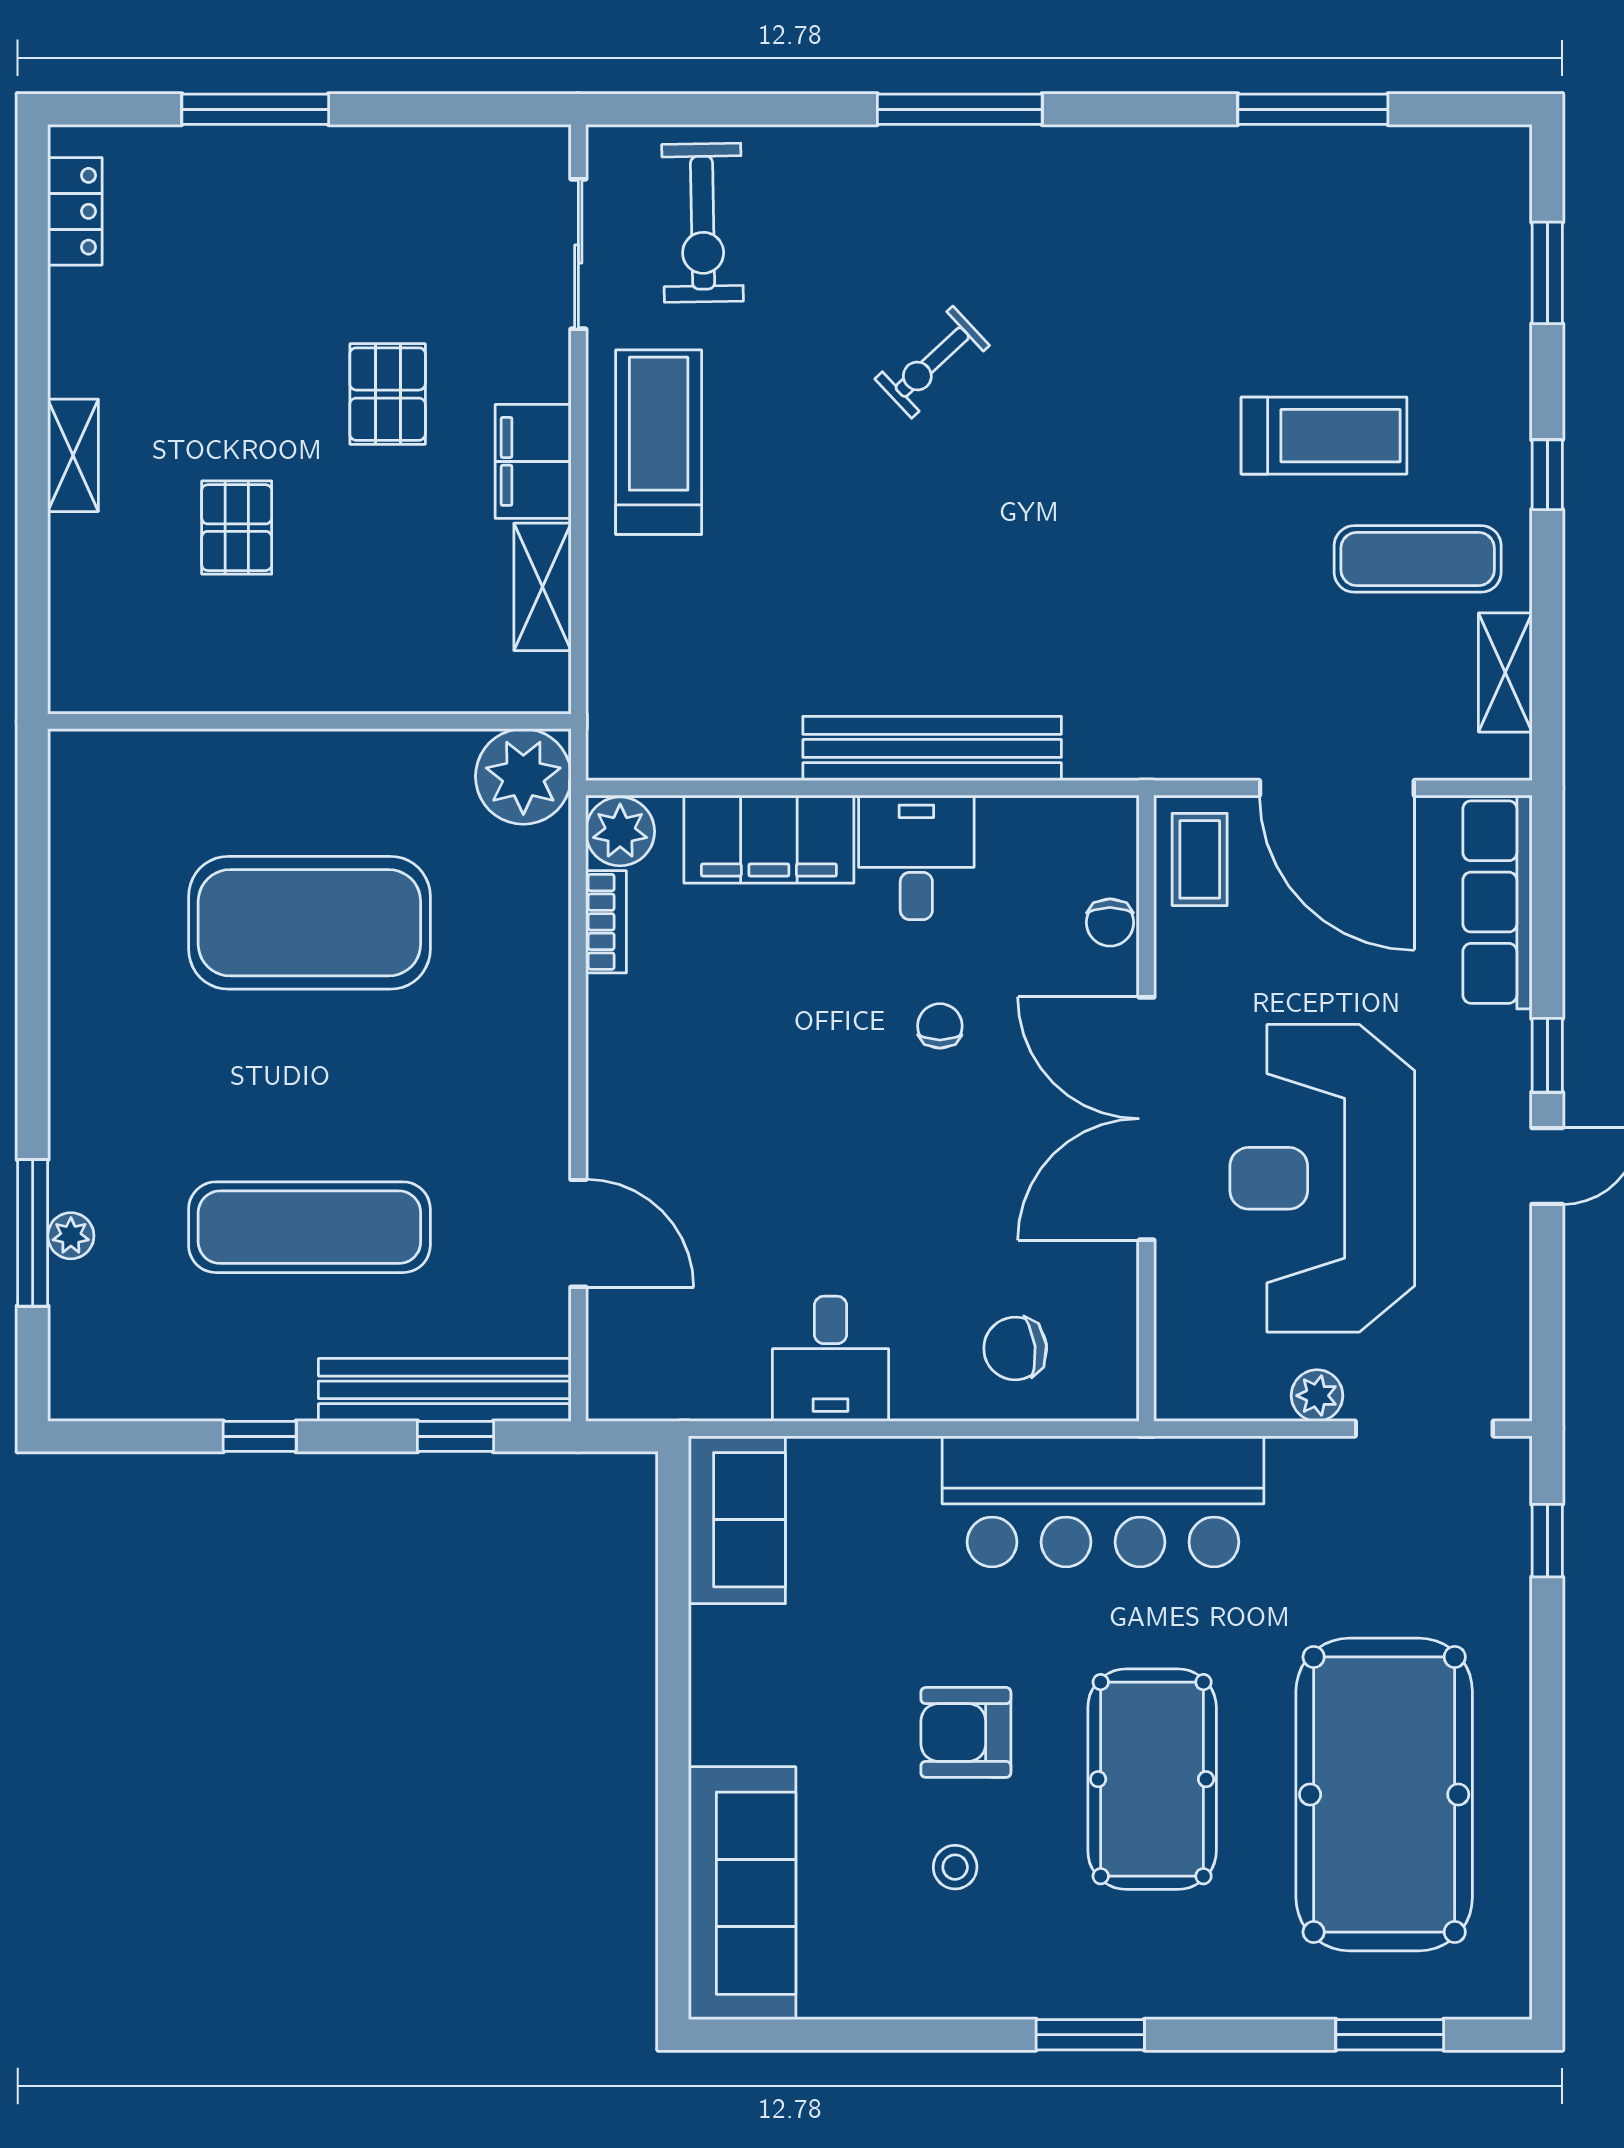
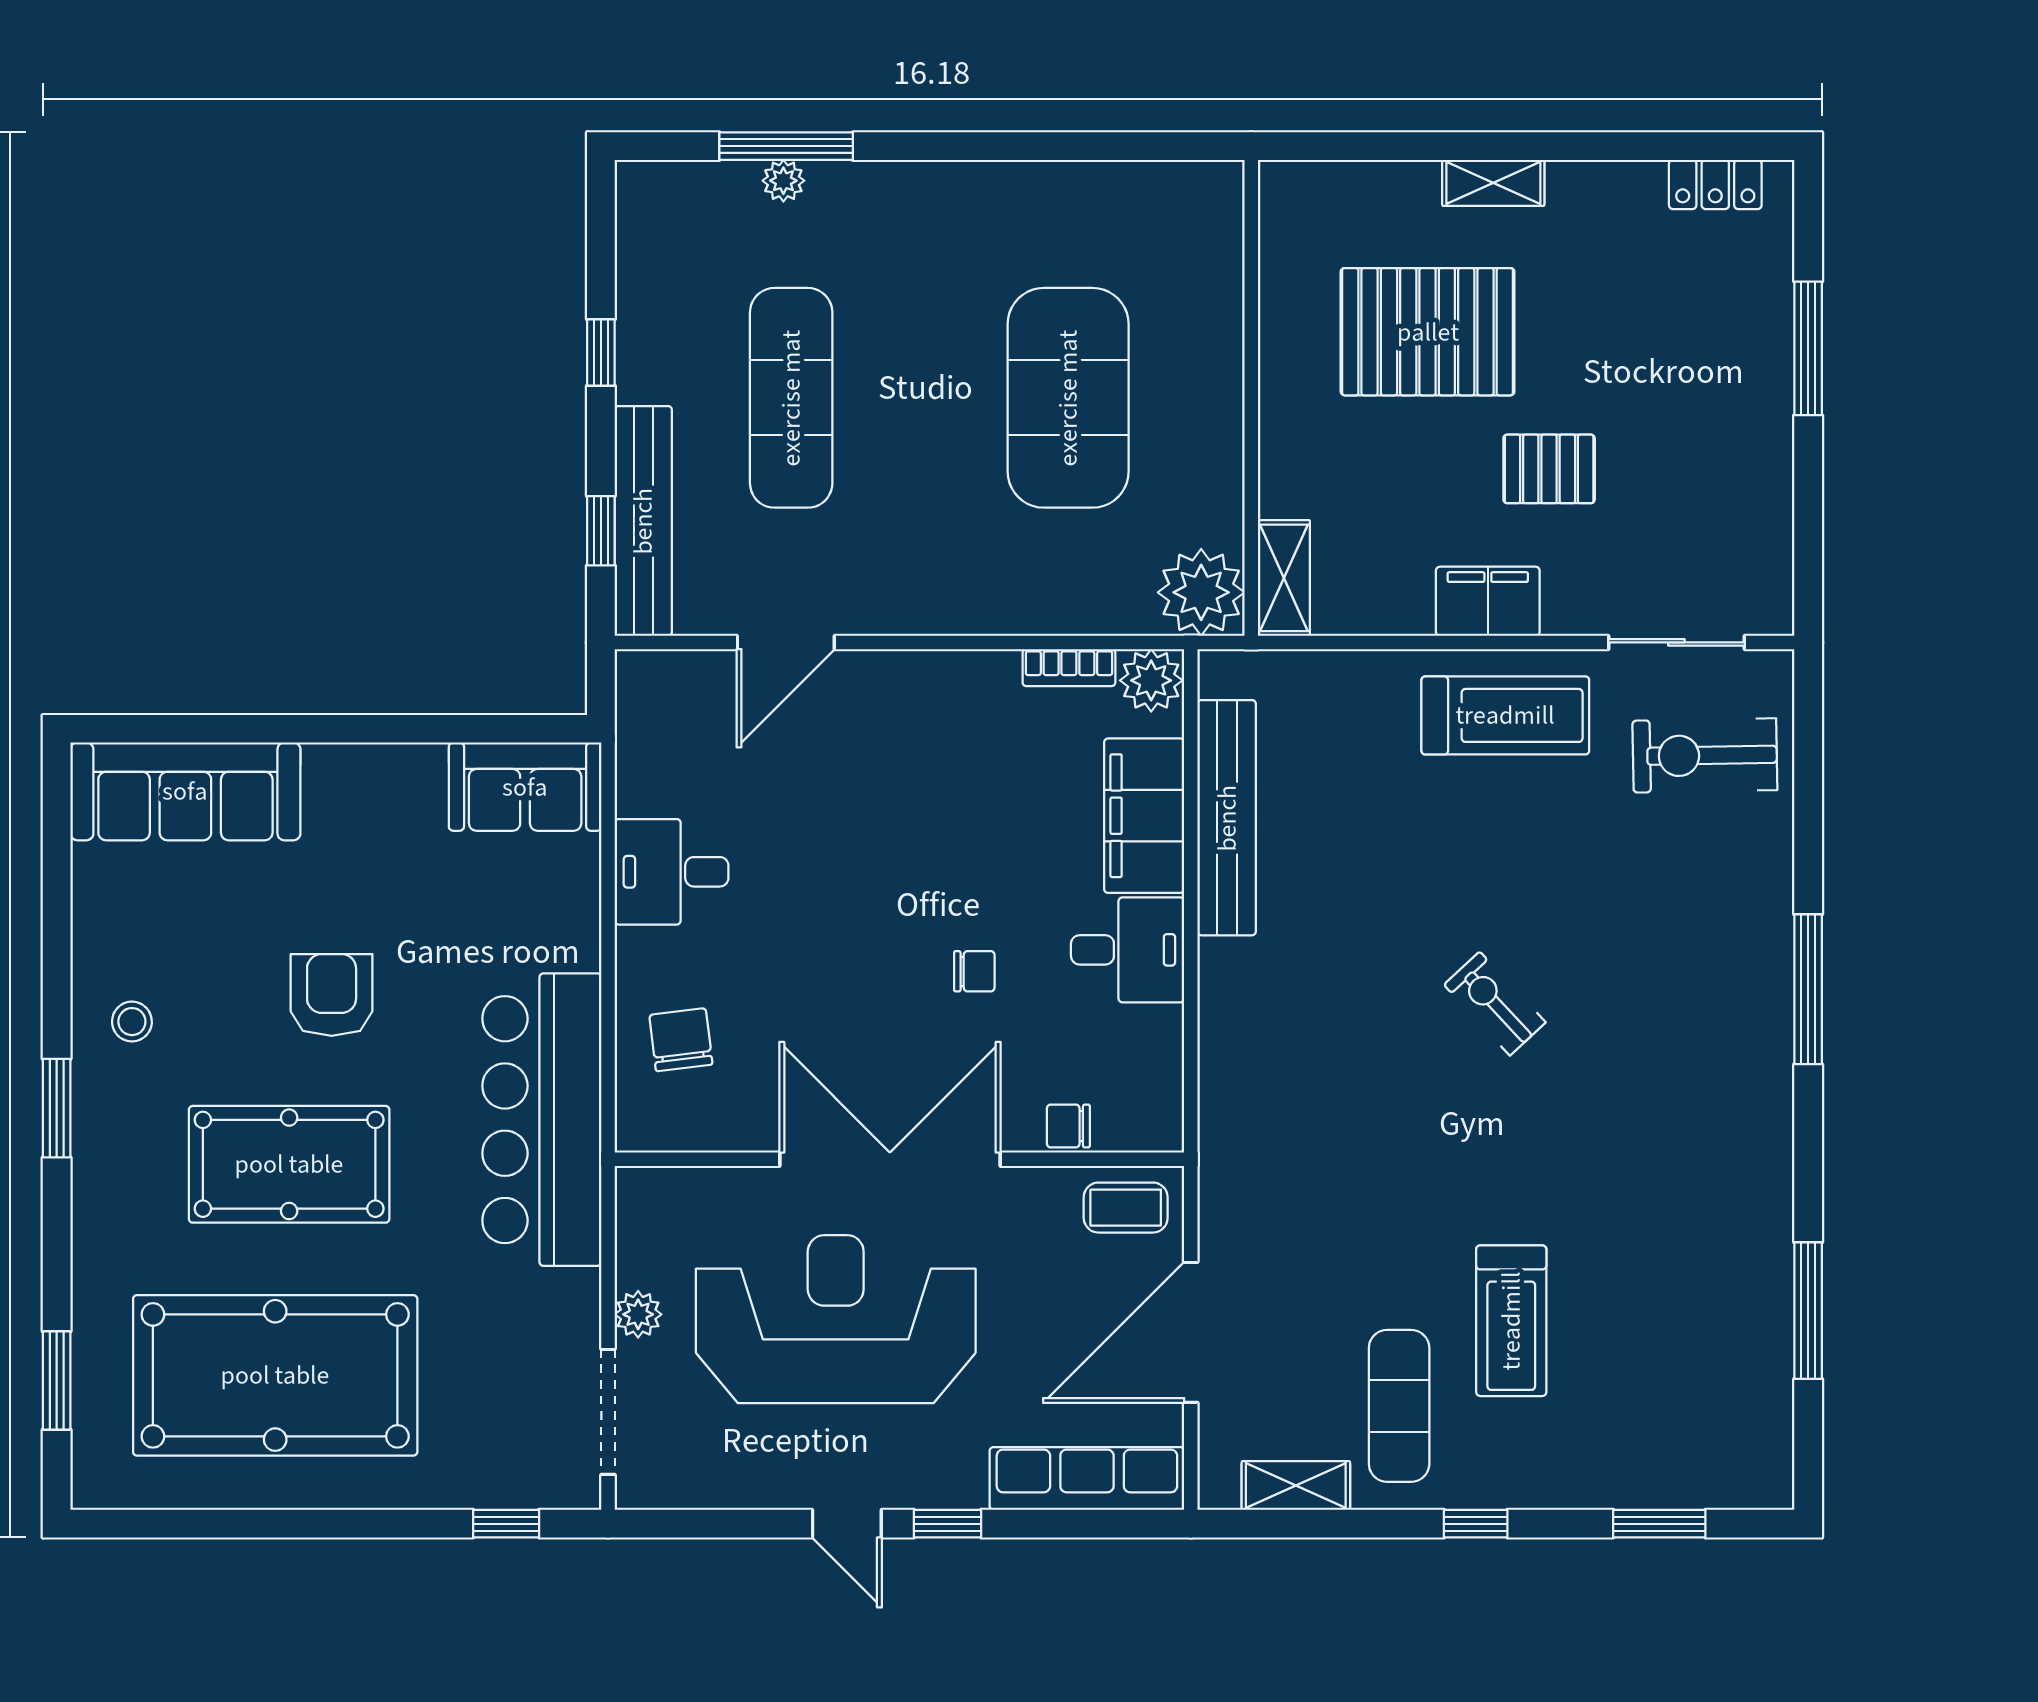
exercise bike: (932, 362) -> (1495, 1004), moved
pallet: (237, 528) -> (1428, 332), width x2.05, depth x2.00
shelving: (542, 587) -> (1284, 578), moved, turned 90
bench: (932, 748) -> (1227, 818), moved
stool: (955, 1867) -> (132, 1022), moved

